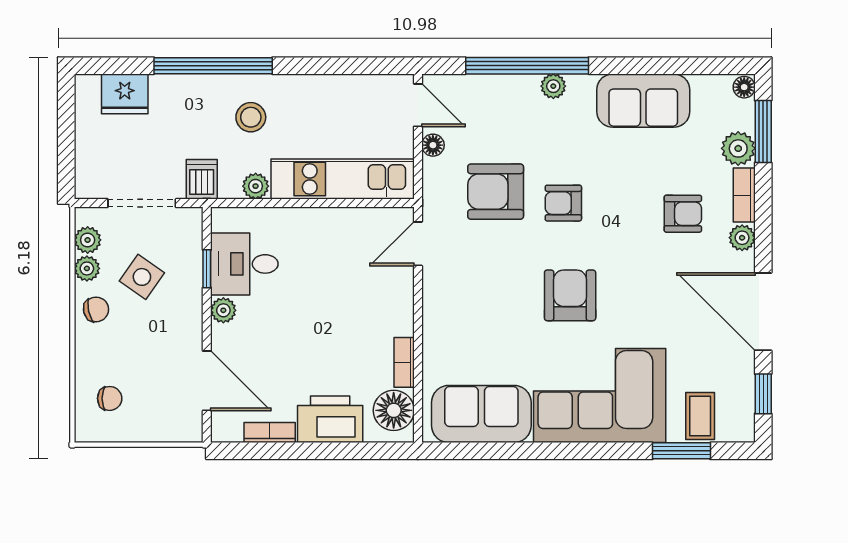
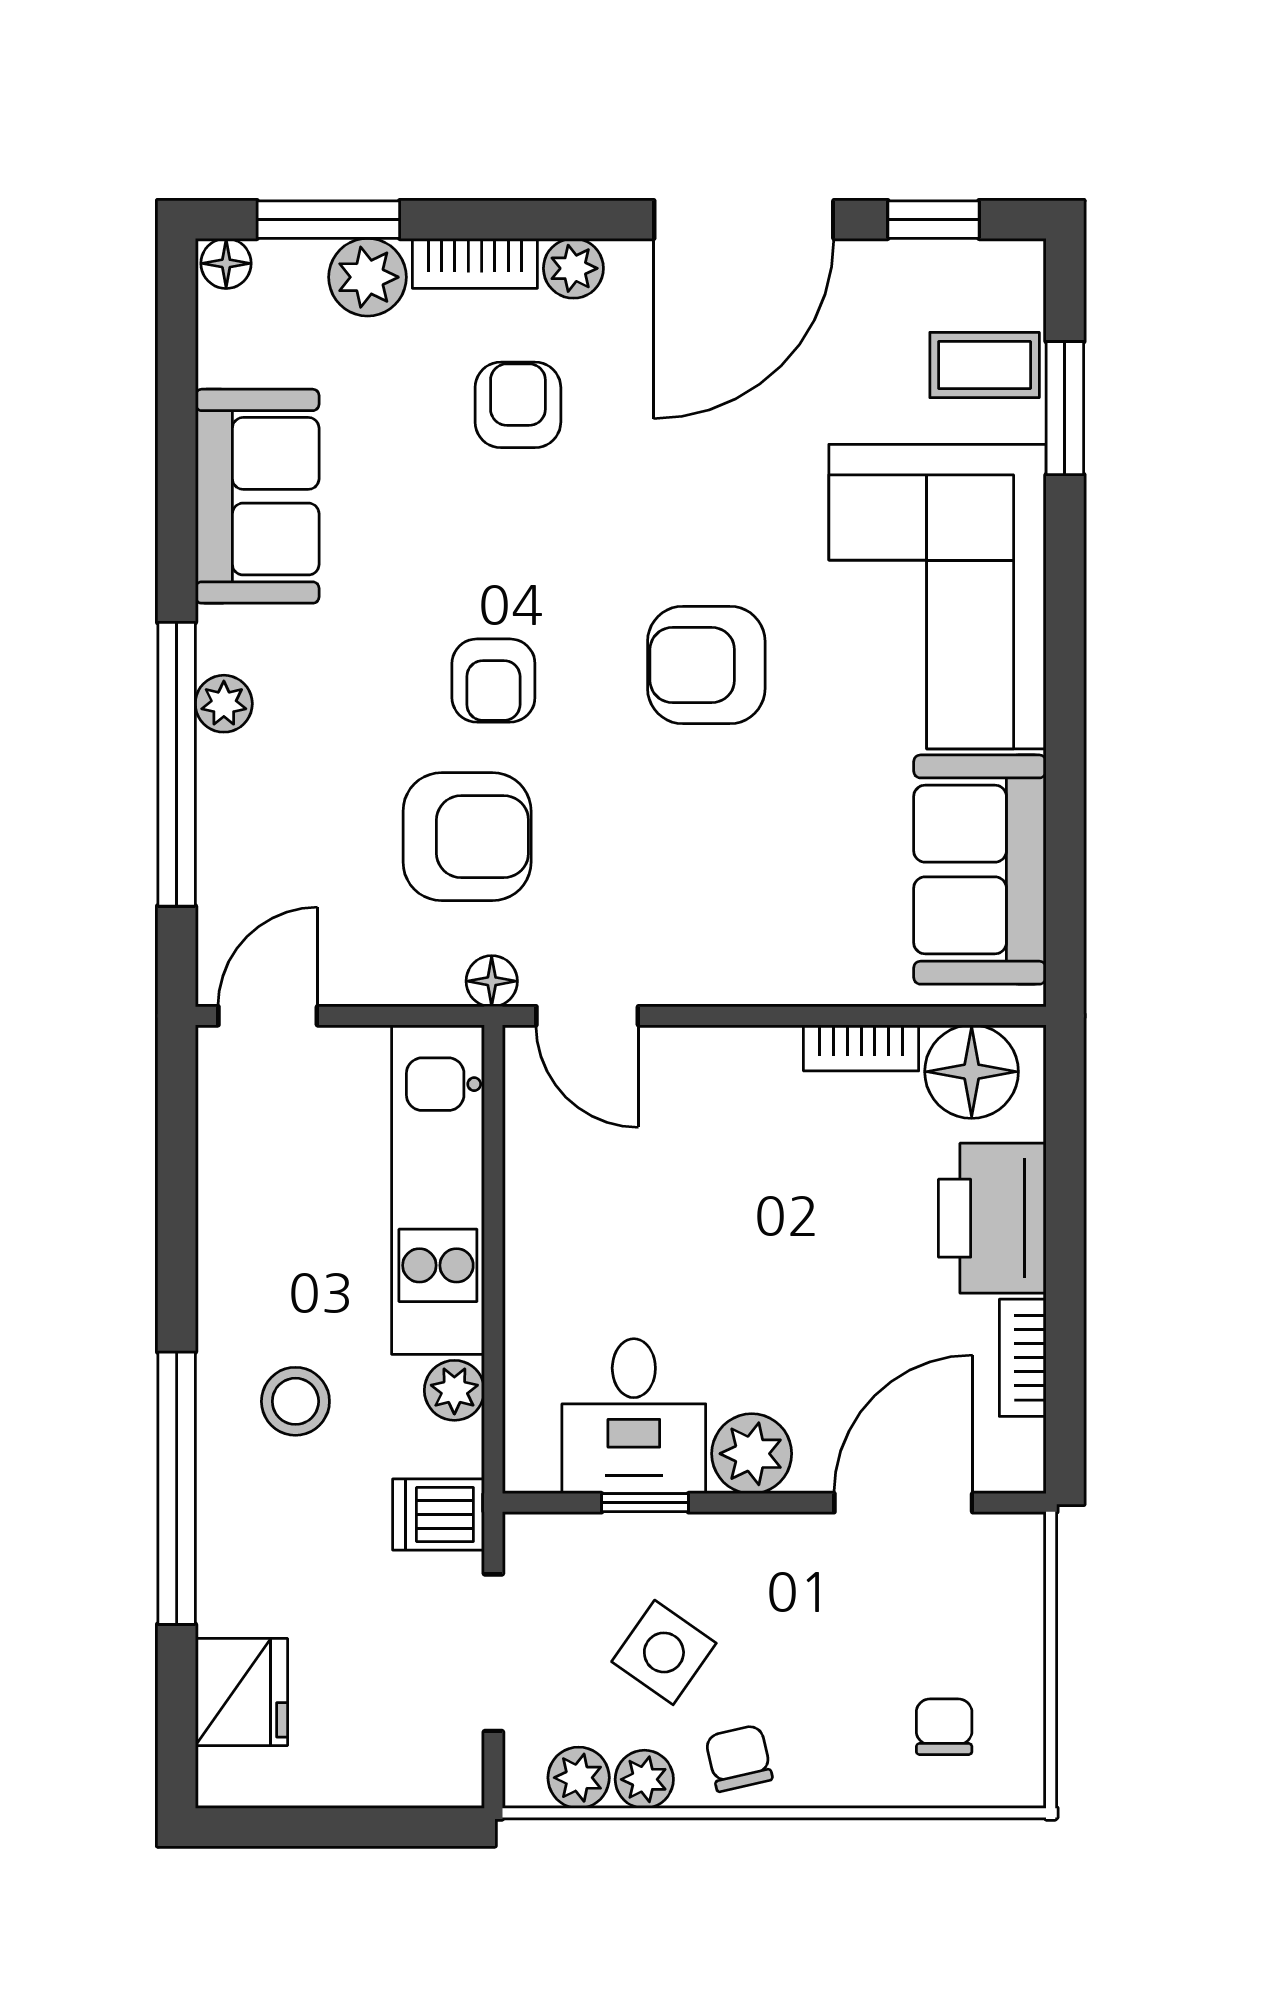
floor lamp: (433, 145) -> (492, 981), moved
armchair: (496, 192) -> (467, 837), turned -90
plant: (223, 310) -> (752, 1454), width x1.38, depth x1.38

